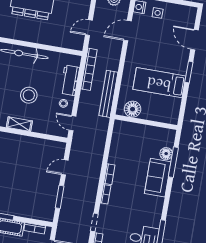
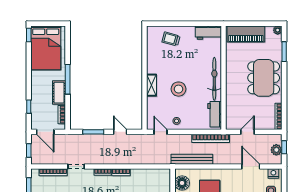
door: (89, 28) -> (248, 132), hinge flipped
workbench: (70, 80) -> (215, 114), moved, turned -90
door: (72, 123) -> (160, 132), hinge flipped

